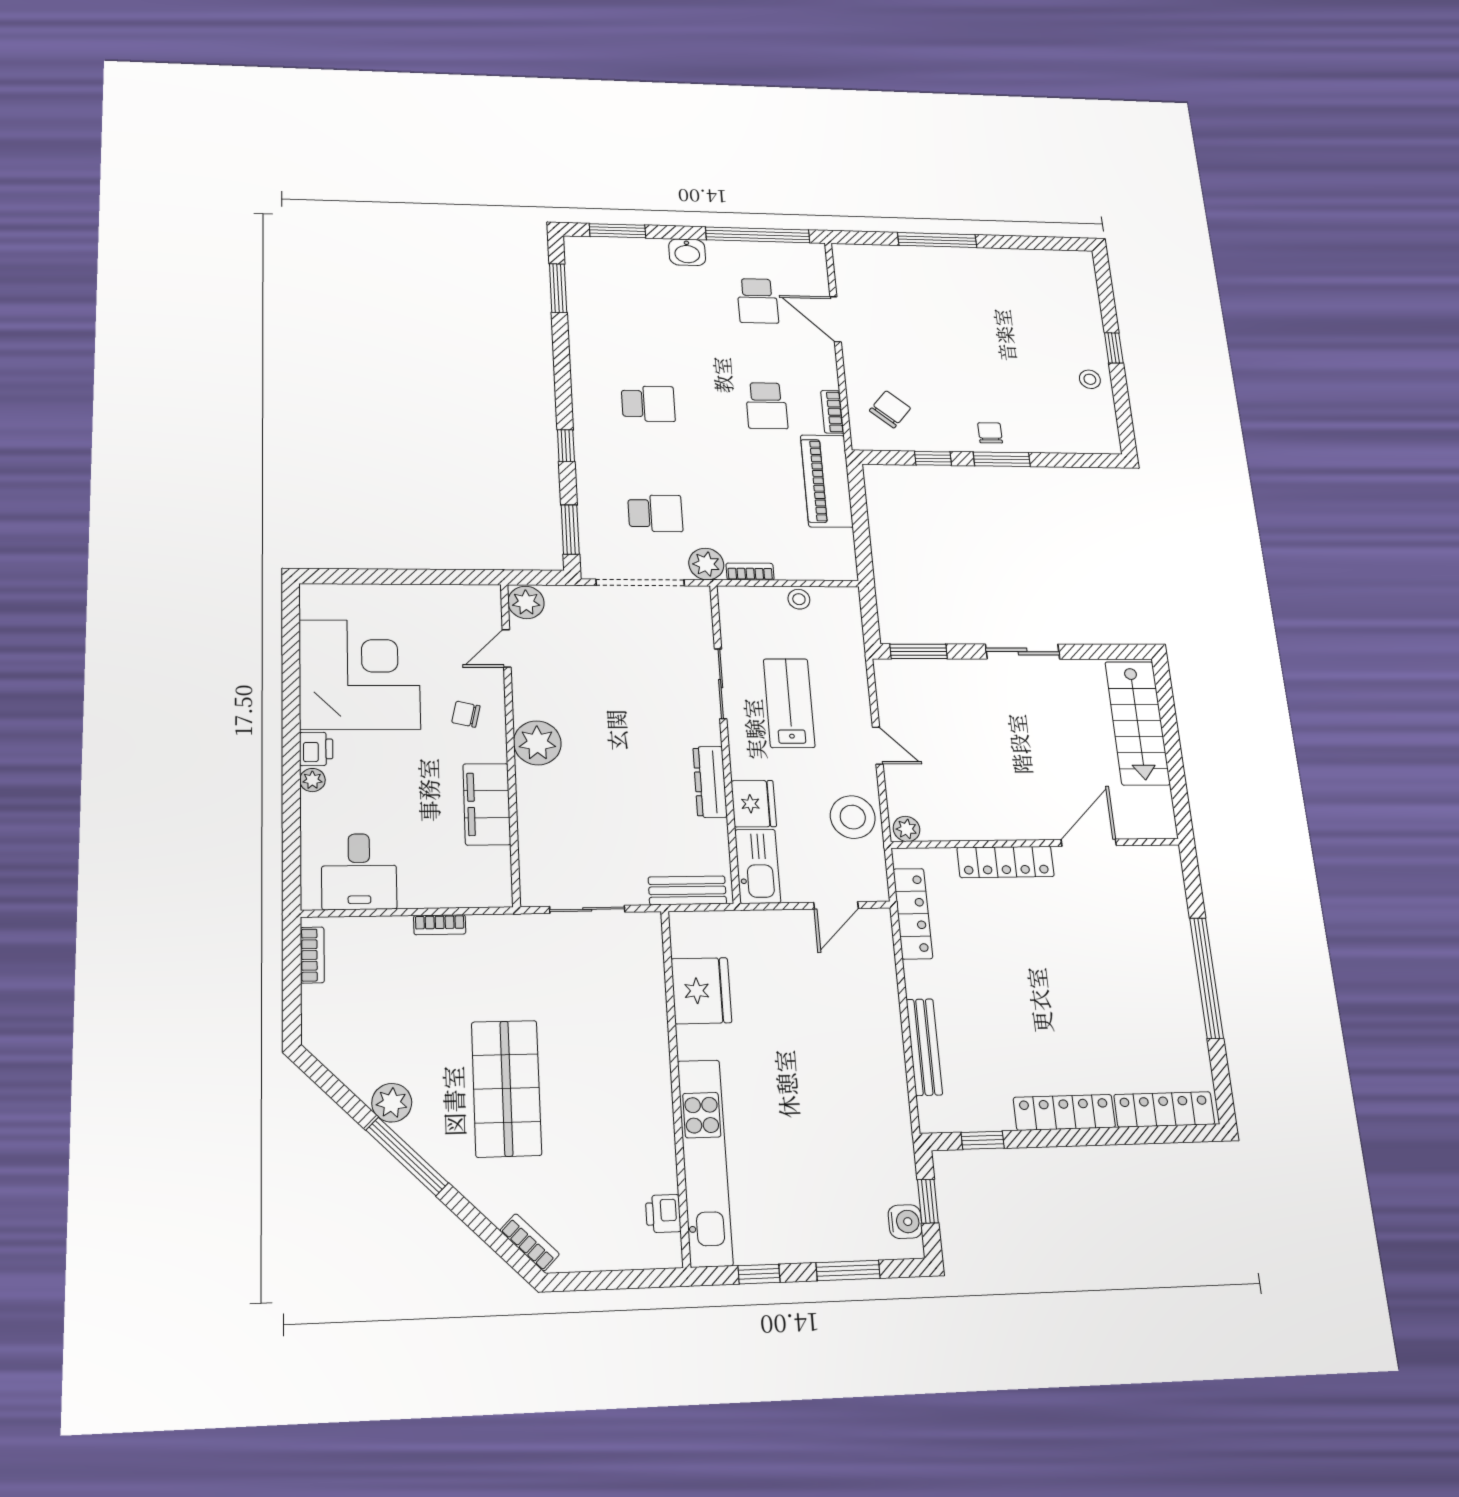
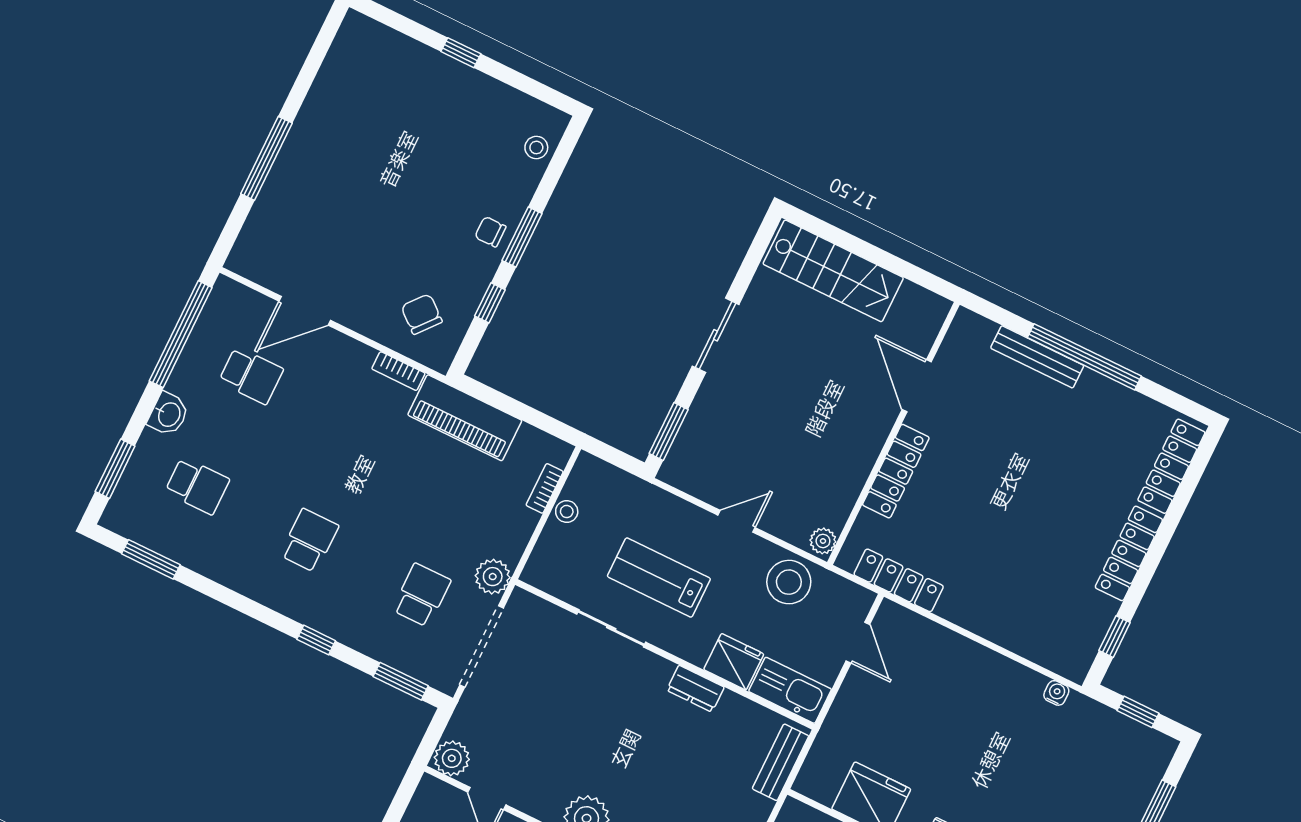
stool: (1090, 379) -> (536, 147), moved
school desk: (767, 406) -> (197, 486), moved
bookcase: (750, 572) -> (545, 488), moved
dresser: (710, 782) -> (695, 689), width x0.70
bench: (924, 1047) -> (1037, 357), moved
water cooler: (905, 1222) -> (1056, 693), moved, width x0.72, depth x0.72

